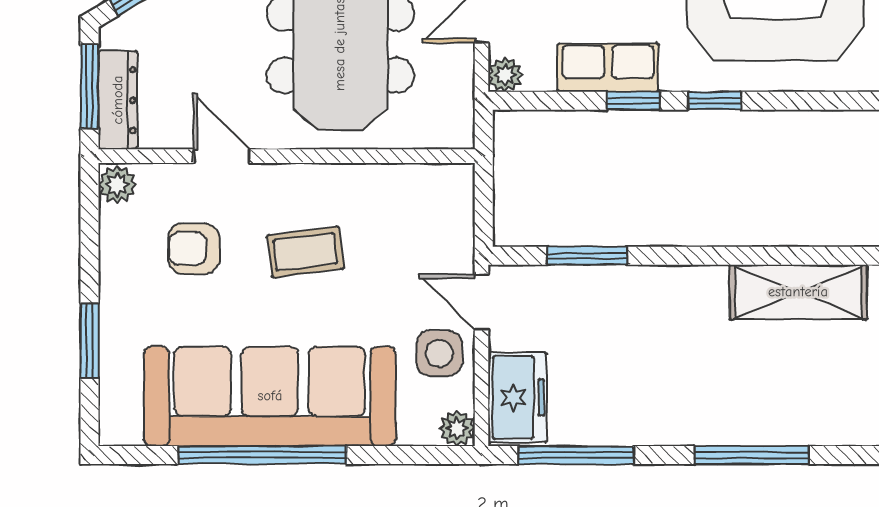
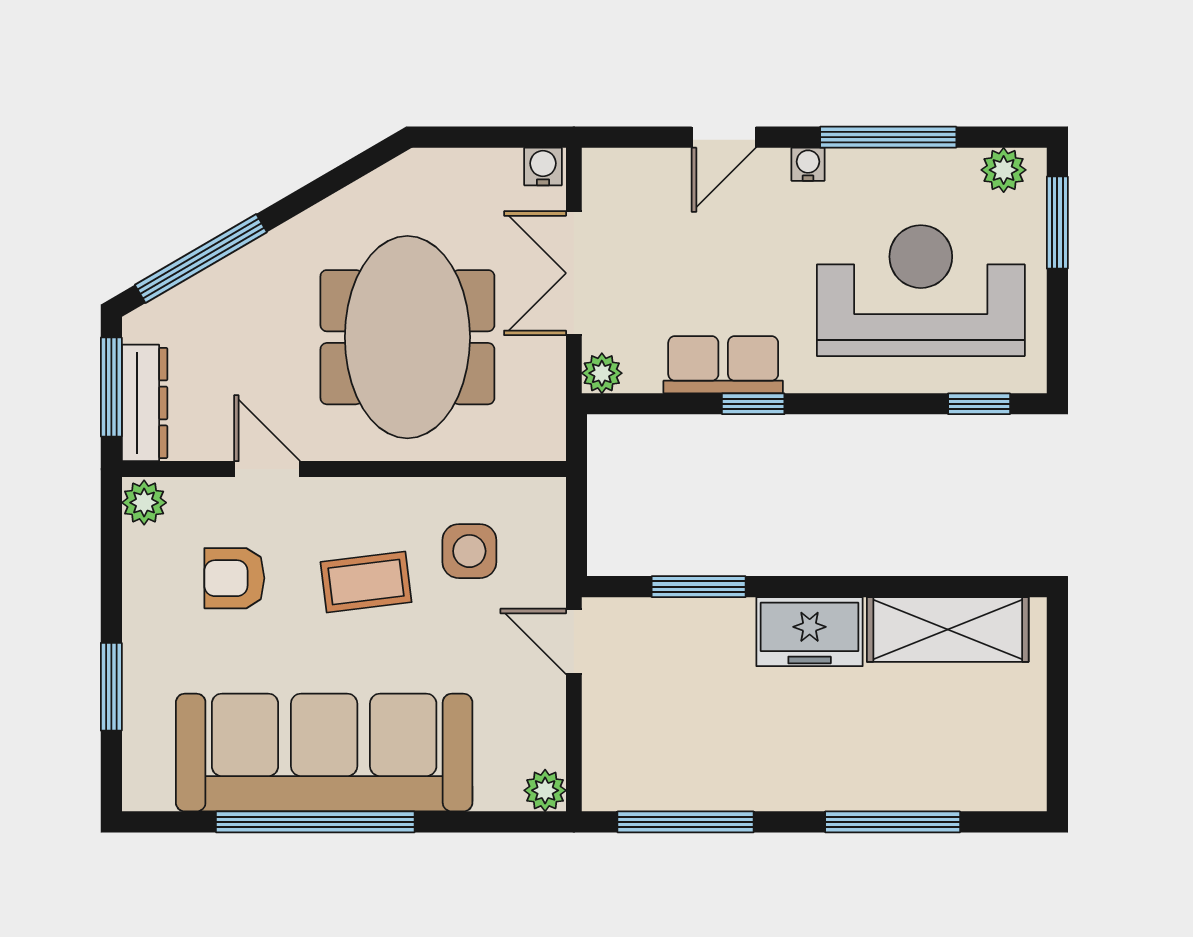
window: (715, 101) -> (979, 404), moved
side table: (439, 353) -> (469, 551), moved
freezer: (517, 397) -> (810, 632), moved, turned 90

